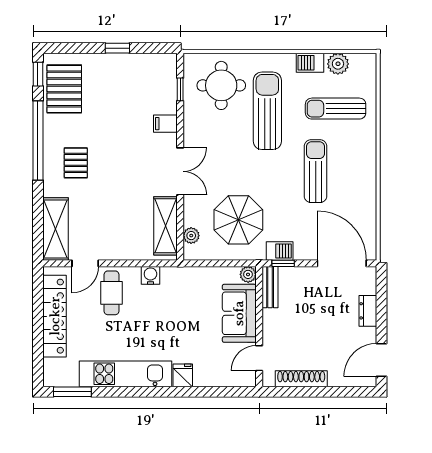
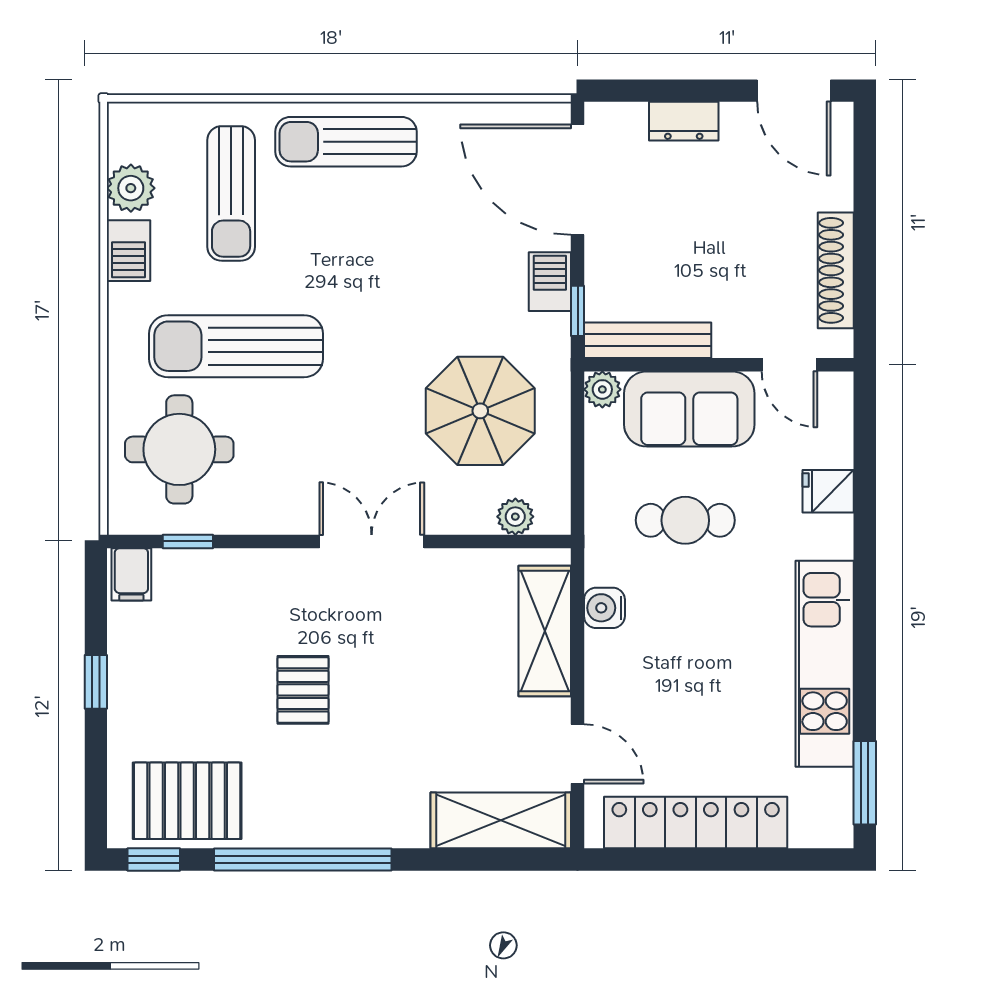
filing cabinet: (165, 124) -> (131, 574), moved
pallet: (76, 163) -> (303, 690), moved, turned 90
sun lounger: (316, 171) -> (346, 142), moved
shelving: (165, 226) -> (545, 631), moved, turned 90
barbecue: (280, 251) -> (550, 282), moved
door: (342, 263) -> (578, 180), hinge flipped
bench: (270, 287) -> (648, 340), width x1.36
cafe table: (112, 293) -> (685, 520), moved
fridge: (183, 375) -> (828, 491), moved

